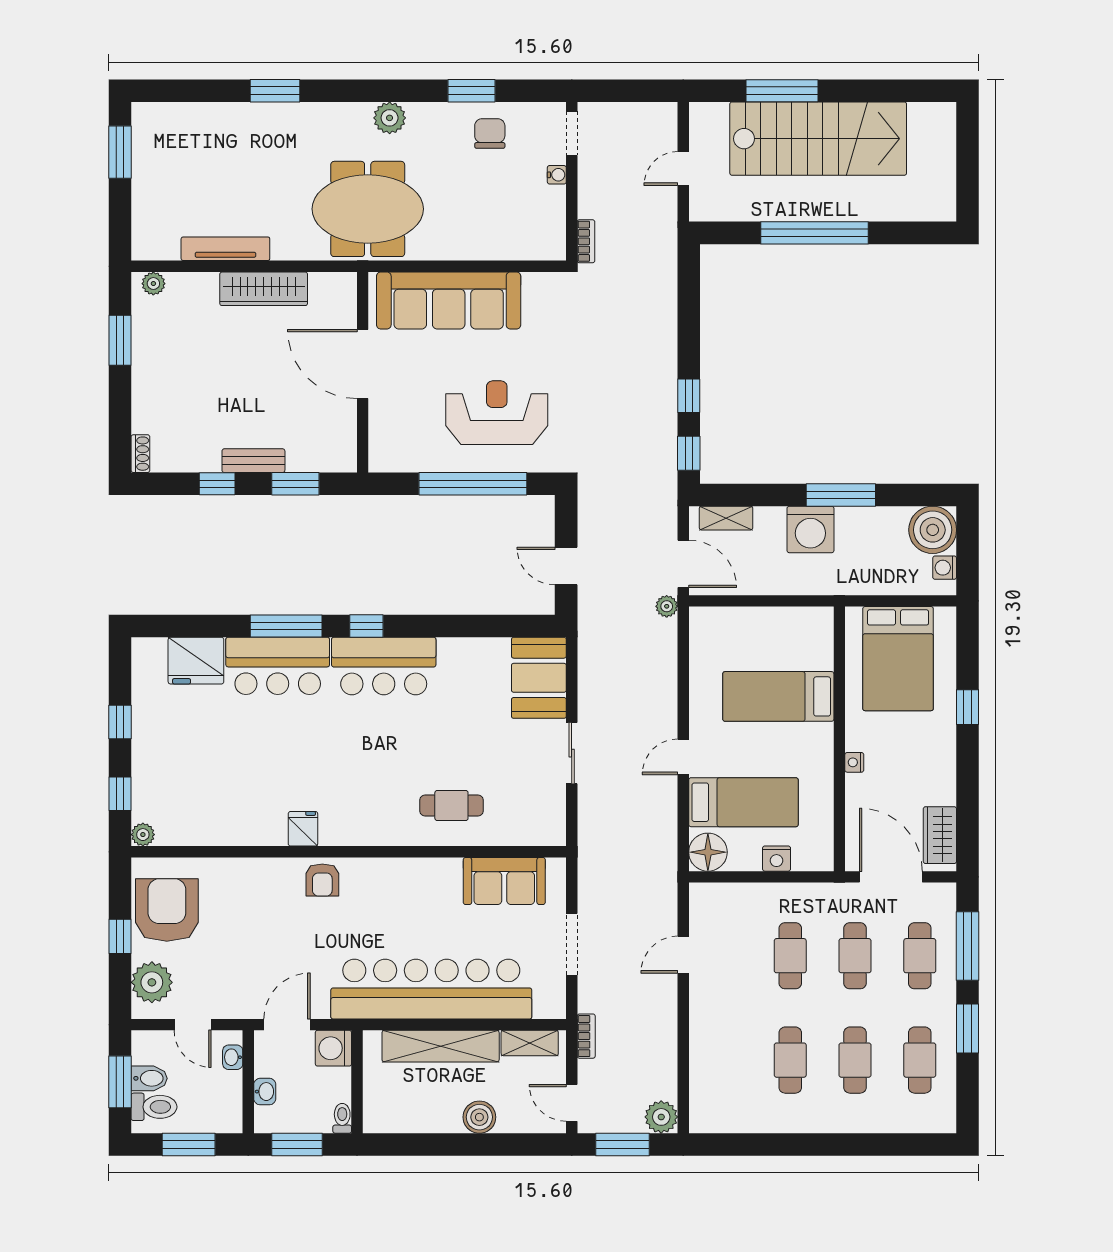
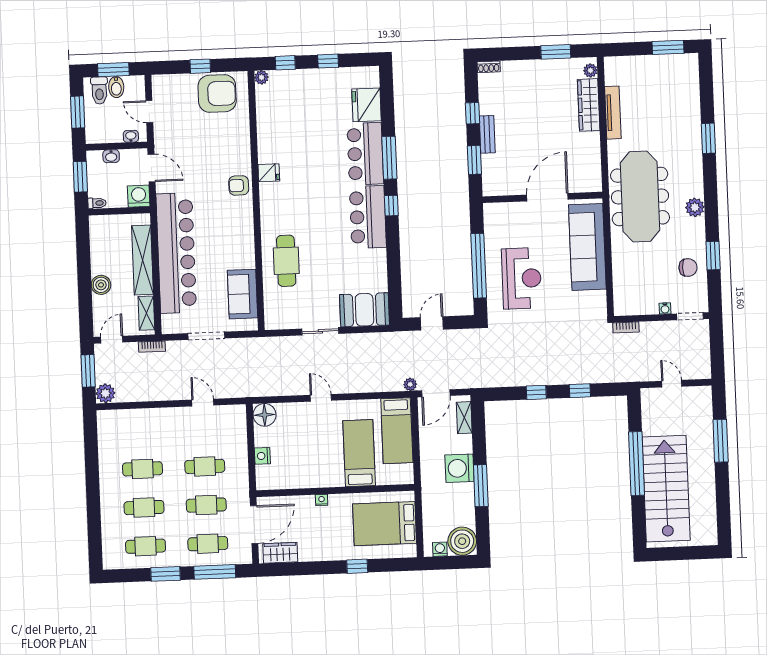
stairs: (818, 139) -> (666, 489), moved, turned 180
meeting table: (368, 209) -> (640, 196), width x1.36
wardrobe: (264, 289) -> (589, 105), moved
window: (689, 453) -> (580, 391), moved
bed: (743, 802) -> (397, 431), moved
cafe table: (451, 805) -> (286, 261), width x1.37, depth x1.35
plant: (152, 982) -> (174, 86), removed
door: (193, 1025) -> (149, 112), hinge flipped

